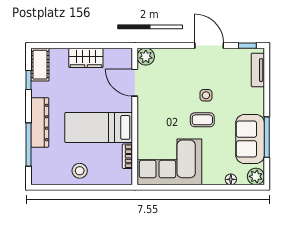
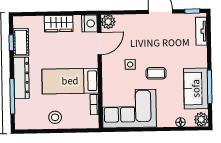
nightstand: (123, 58) -> (89, 23), added
cot: (40, 65) -> (21, 42), moved
door: (135, 83) -> (99, 43), swing flipped
side table: (206, 95) -> (130, 64), moved

